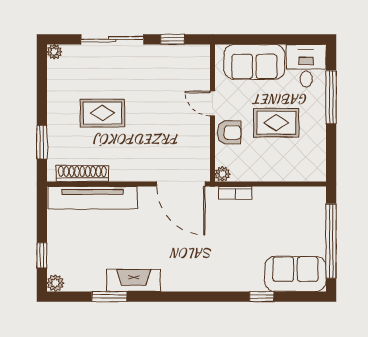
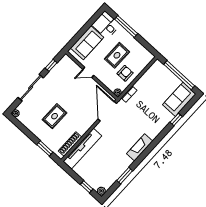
armchair: (229, 133) -> (125, 73), moved
door: (181, 184) -> (107, 111), swing flipped
fireplace: (134, 280) -> (140, 147), moved

